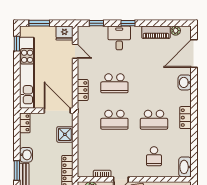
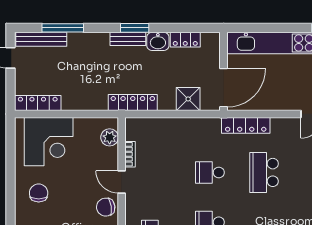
locker: (83, 90) -> (246, 125), width x1.53
school desk: (114, 120) -> (210, 172), width x0.54
locker: (25, 123) -> (185, 40), moved

